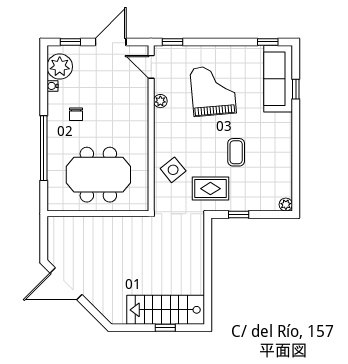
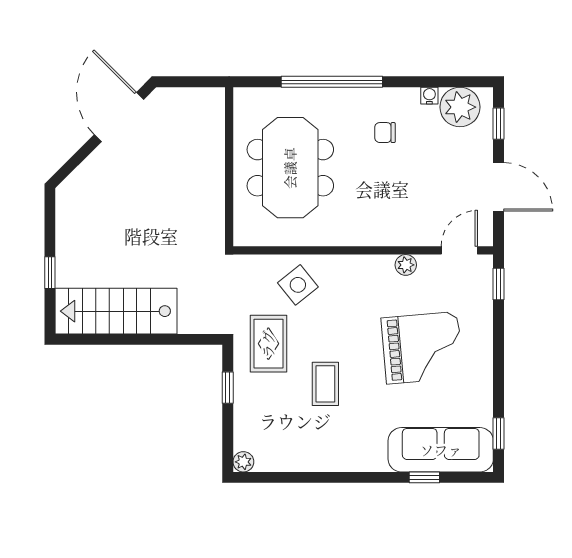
coffee table: (236, 152) -> (325, 384), turned 90
stairs: (166, 310) -> (116, 311), moved, turned -90

